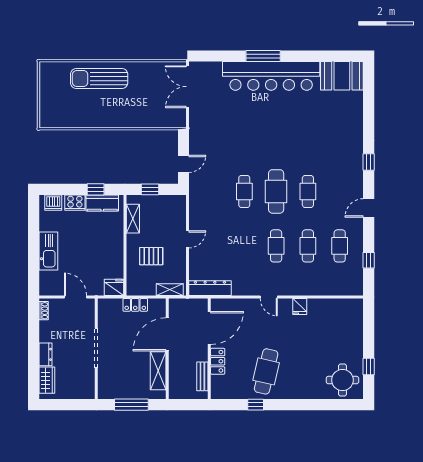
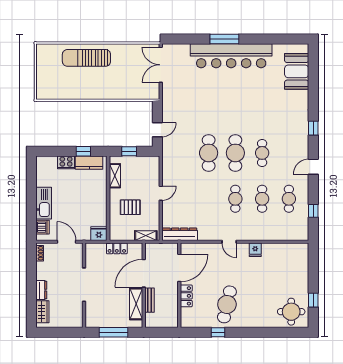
booth: (342, 76) -> (297, 71), moved, turned 90
cafe table: (244, 191) -> (209, 153), width x1.37, depth x1.35
dishwasher: (53, 203) -> (42, 227), moved, turned -90
bench: (202, 376) -> (149, 300), moved

